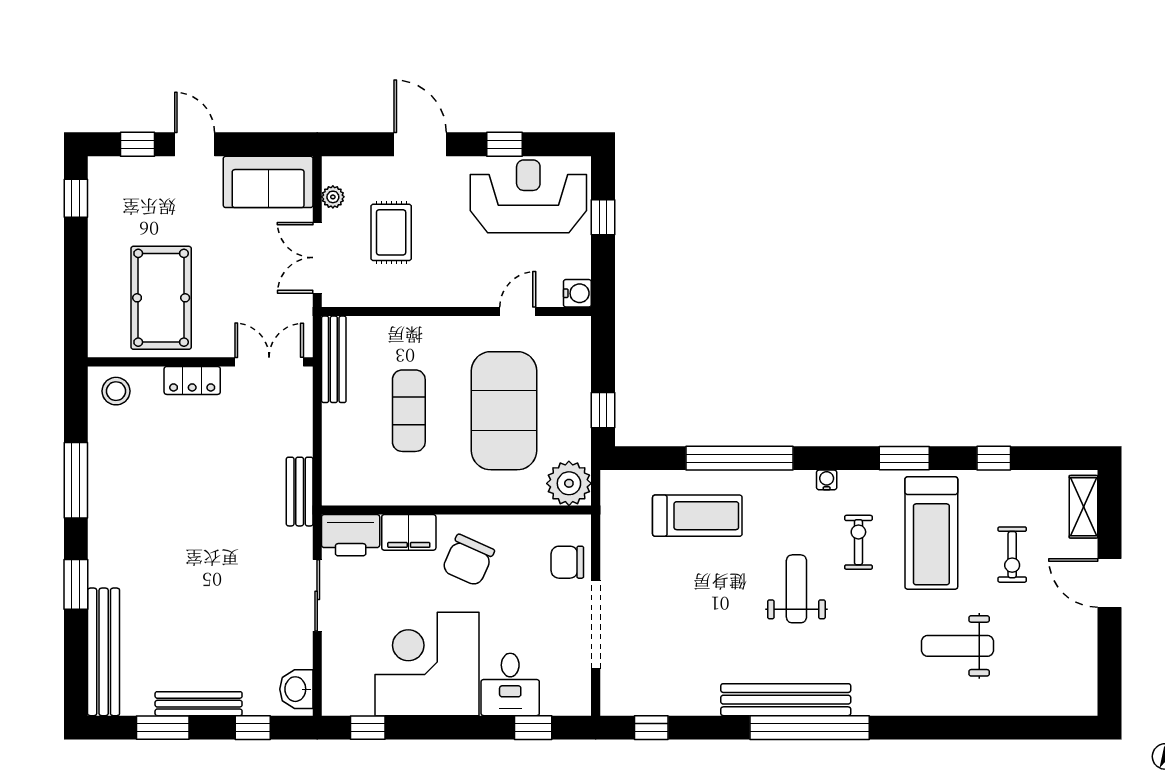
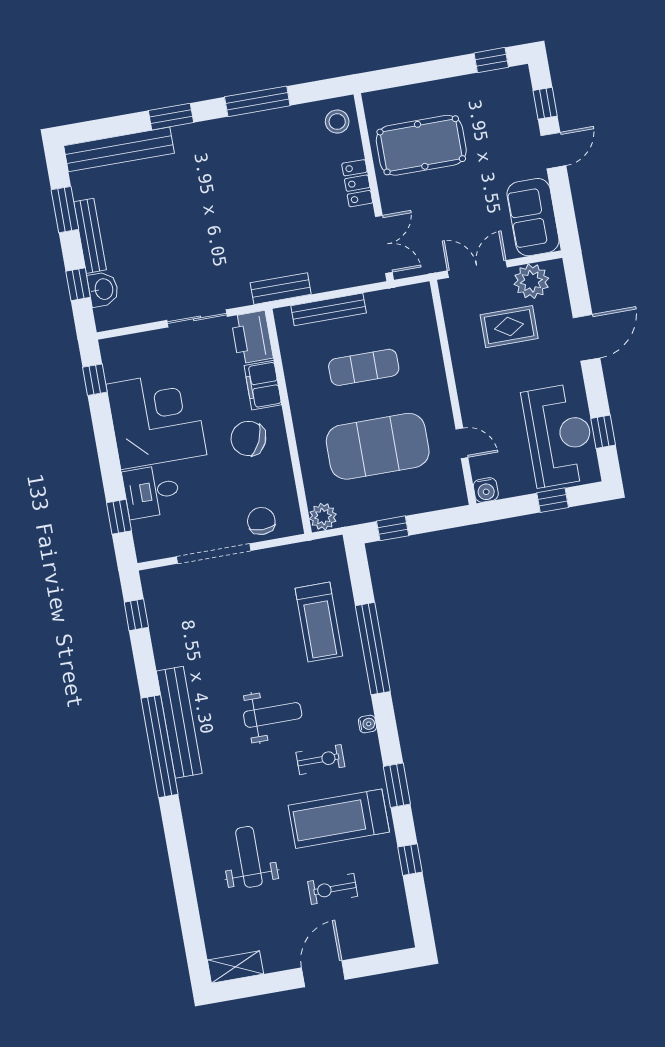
window: (504, 144) -> (603, 432), moved
plant: (333, 197) -> (531, 281), width x1.88, depth x1.88
bench: (334, 359) -> (329, 309), moved
plant: (569, 483) -> (323, 517), width x0.73, depth x0.73
shelving: (1083, 507) -> (235, 967), moved
washbasin: (296, 689) -> (103, 289), moved, turned 90

